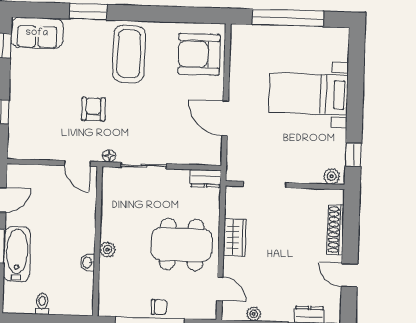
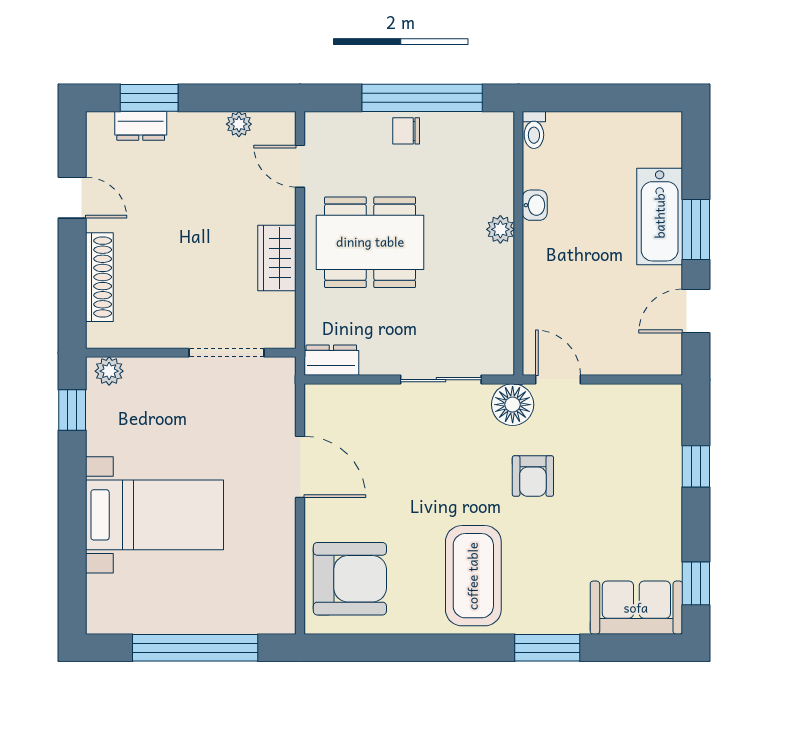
floor lamp: (109, 156) -> (513, 405), width x1.89, depth x1.89
toilet: (42, 304) -> (534, 130), moved

